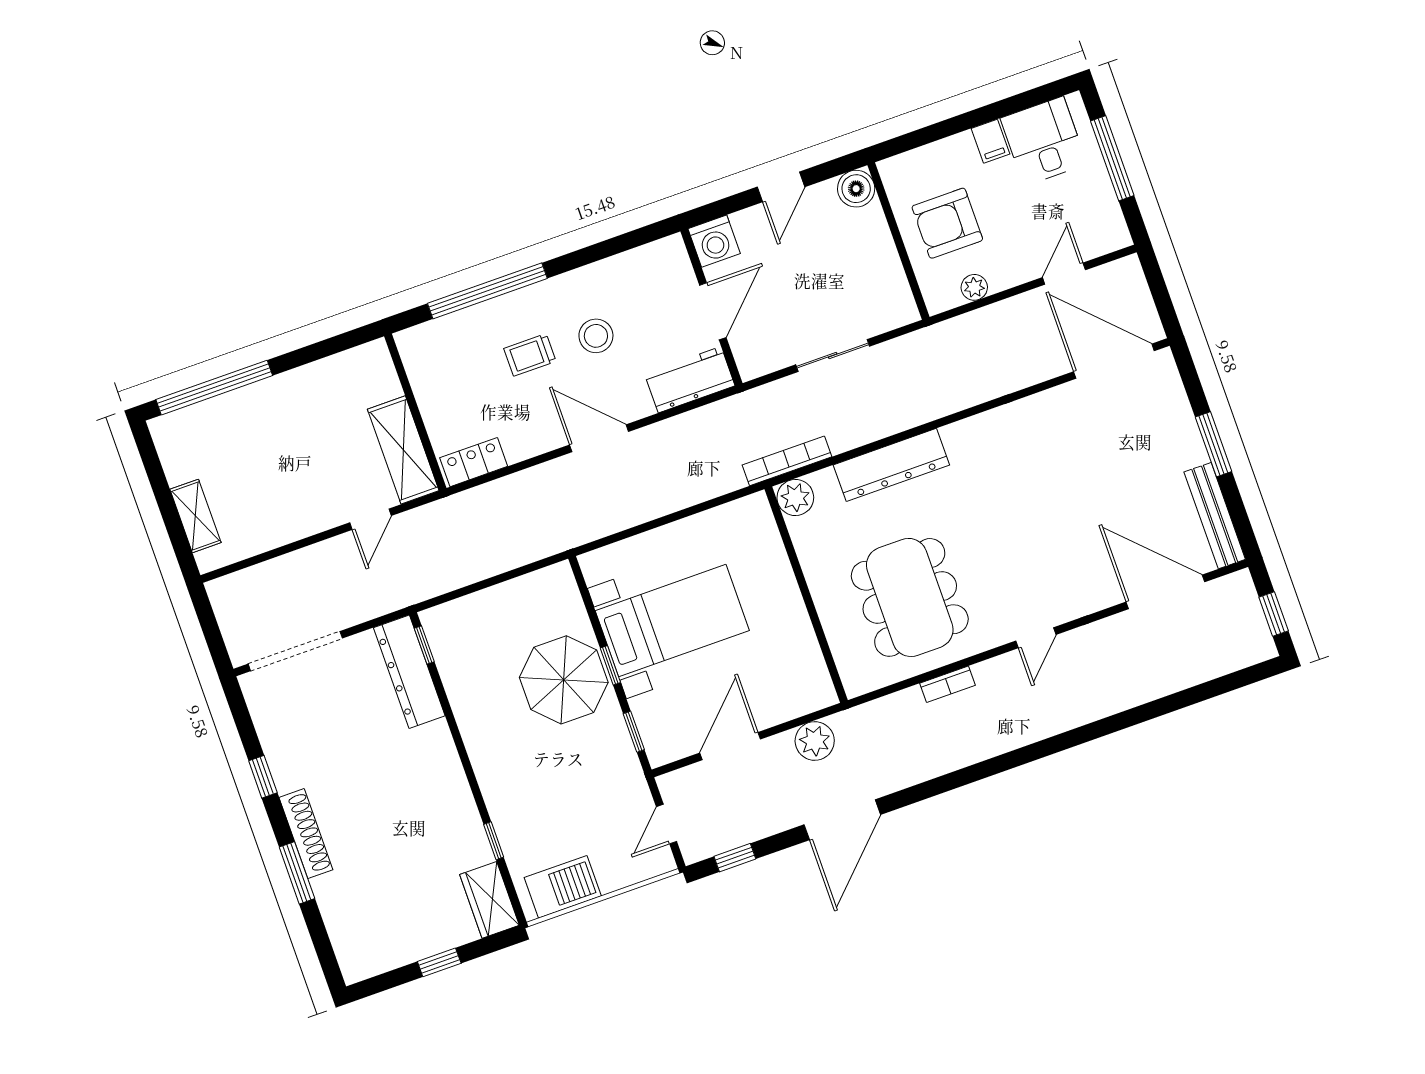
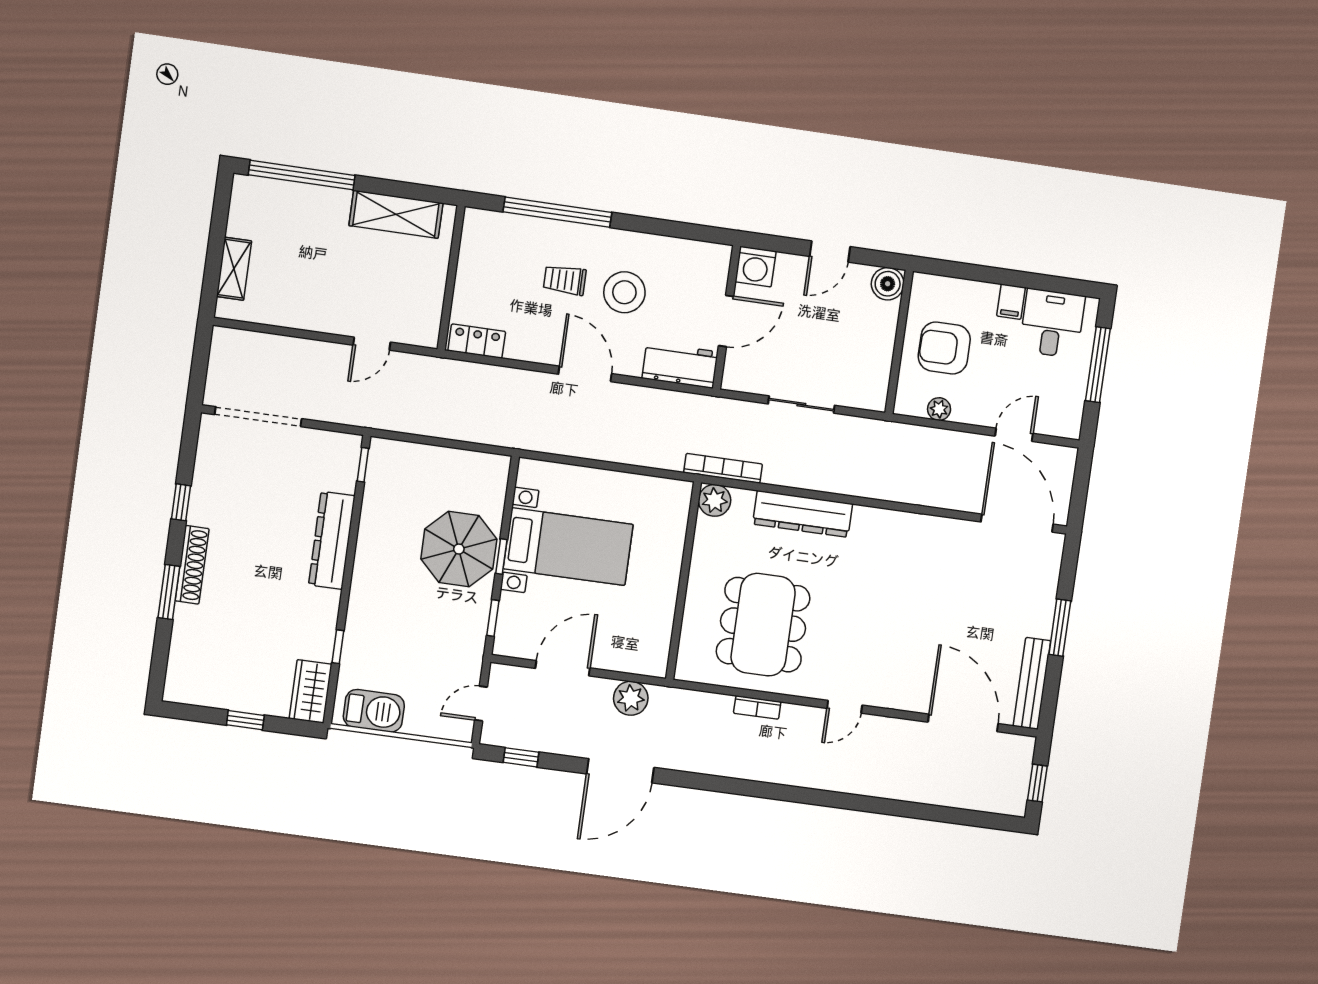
stool: (596, 336) -> (624, 292), width x1.38, depth x1.38
shelving: (403, 450) -> (396, 214), moved, turned 90
dresser: (409, 672) -> (332, 540), moved

